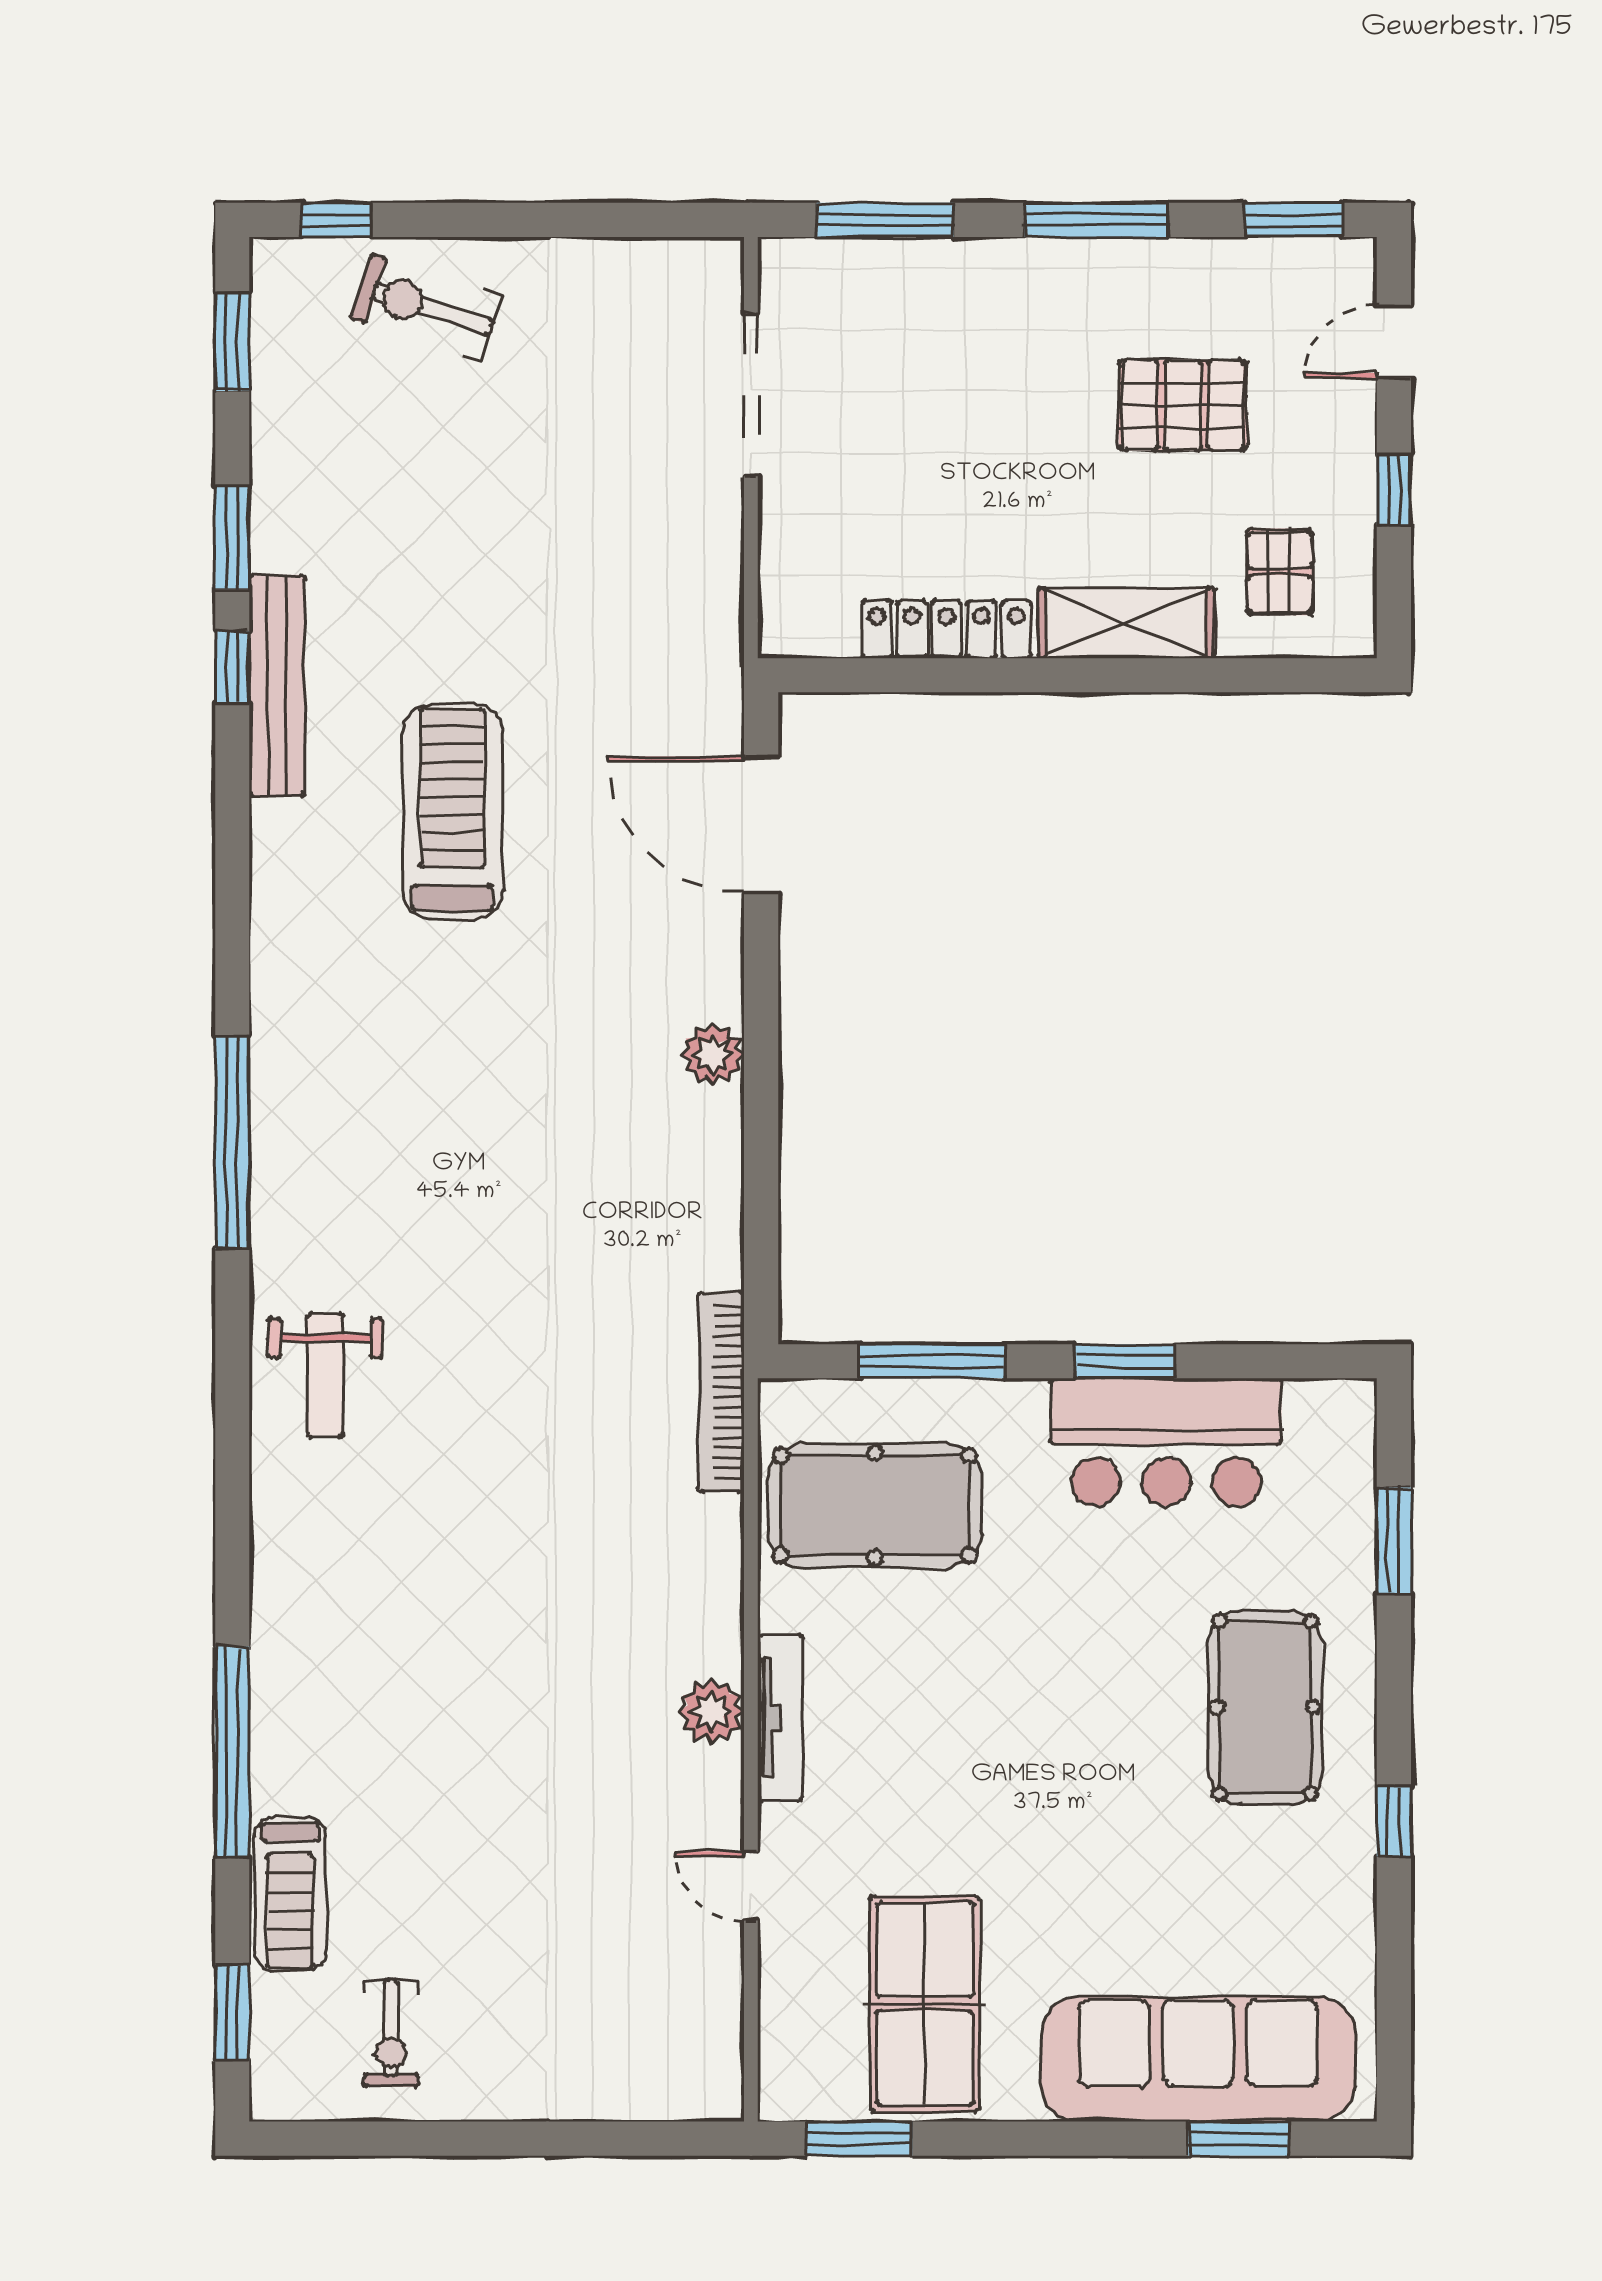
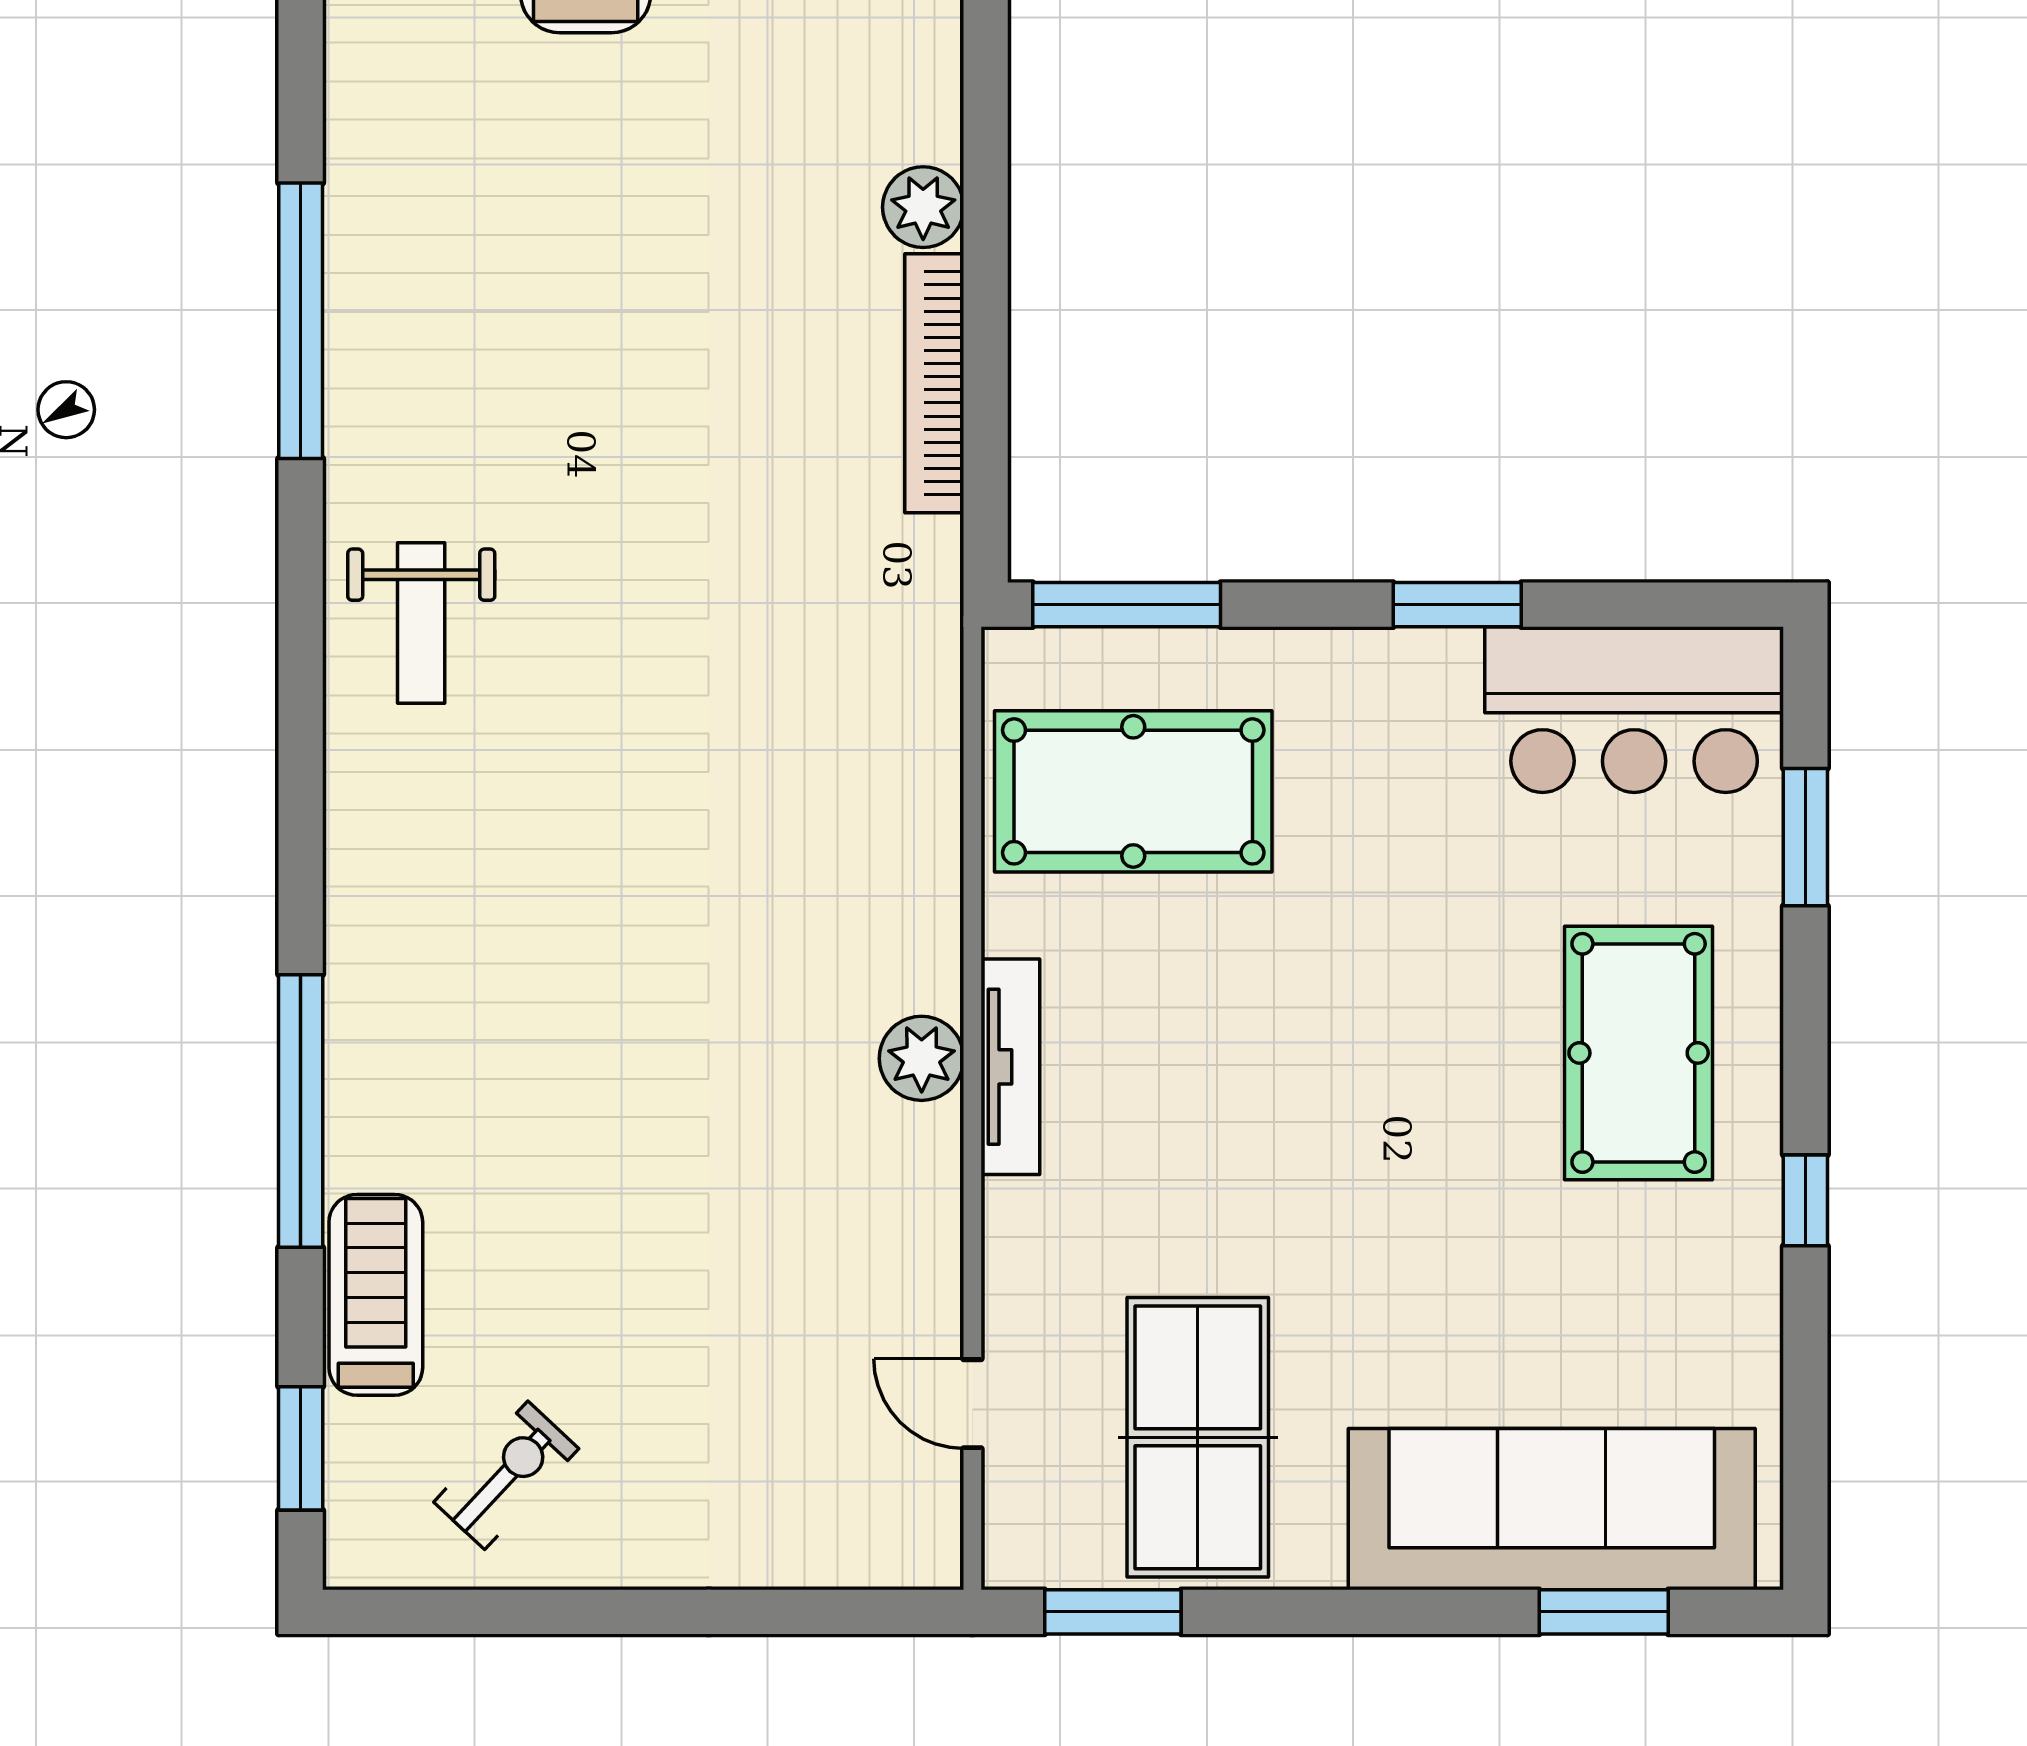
window: (932, 1361) -> (1127, 605), moved
bookcase: (721, 1392) -> (934, 383), moved
bar counter: (1166, 1442) -> (1634, 710), moved
door: (751, 1886) -> (972, 1404), moved
treadmill: (290, 1894) -> (376, 1295), turned 180
exercise bike: (391, 2033) -> (506, 1475), turned -137

